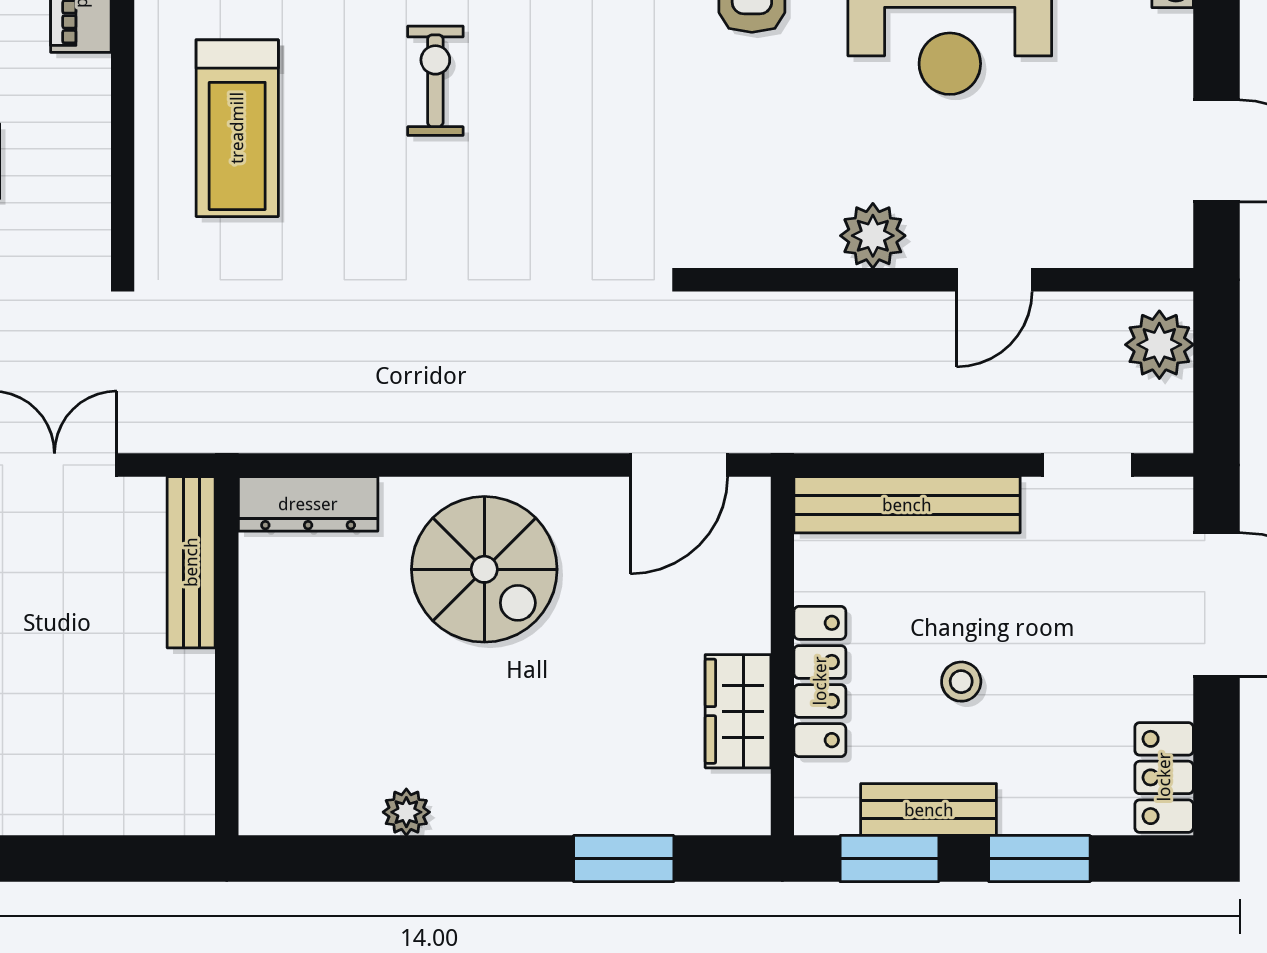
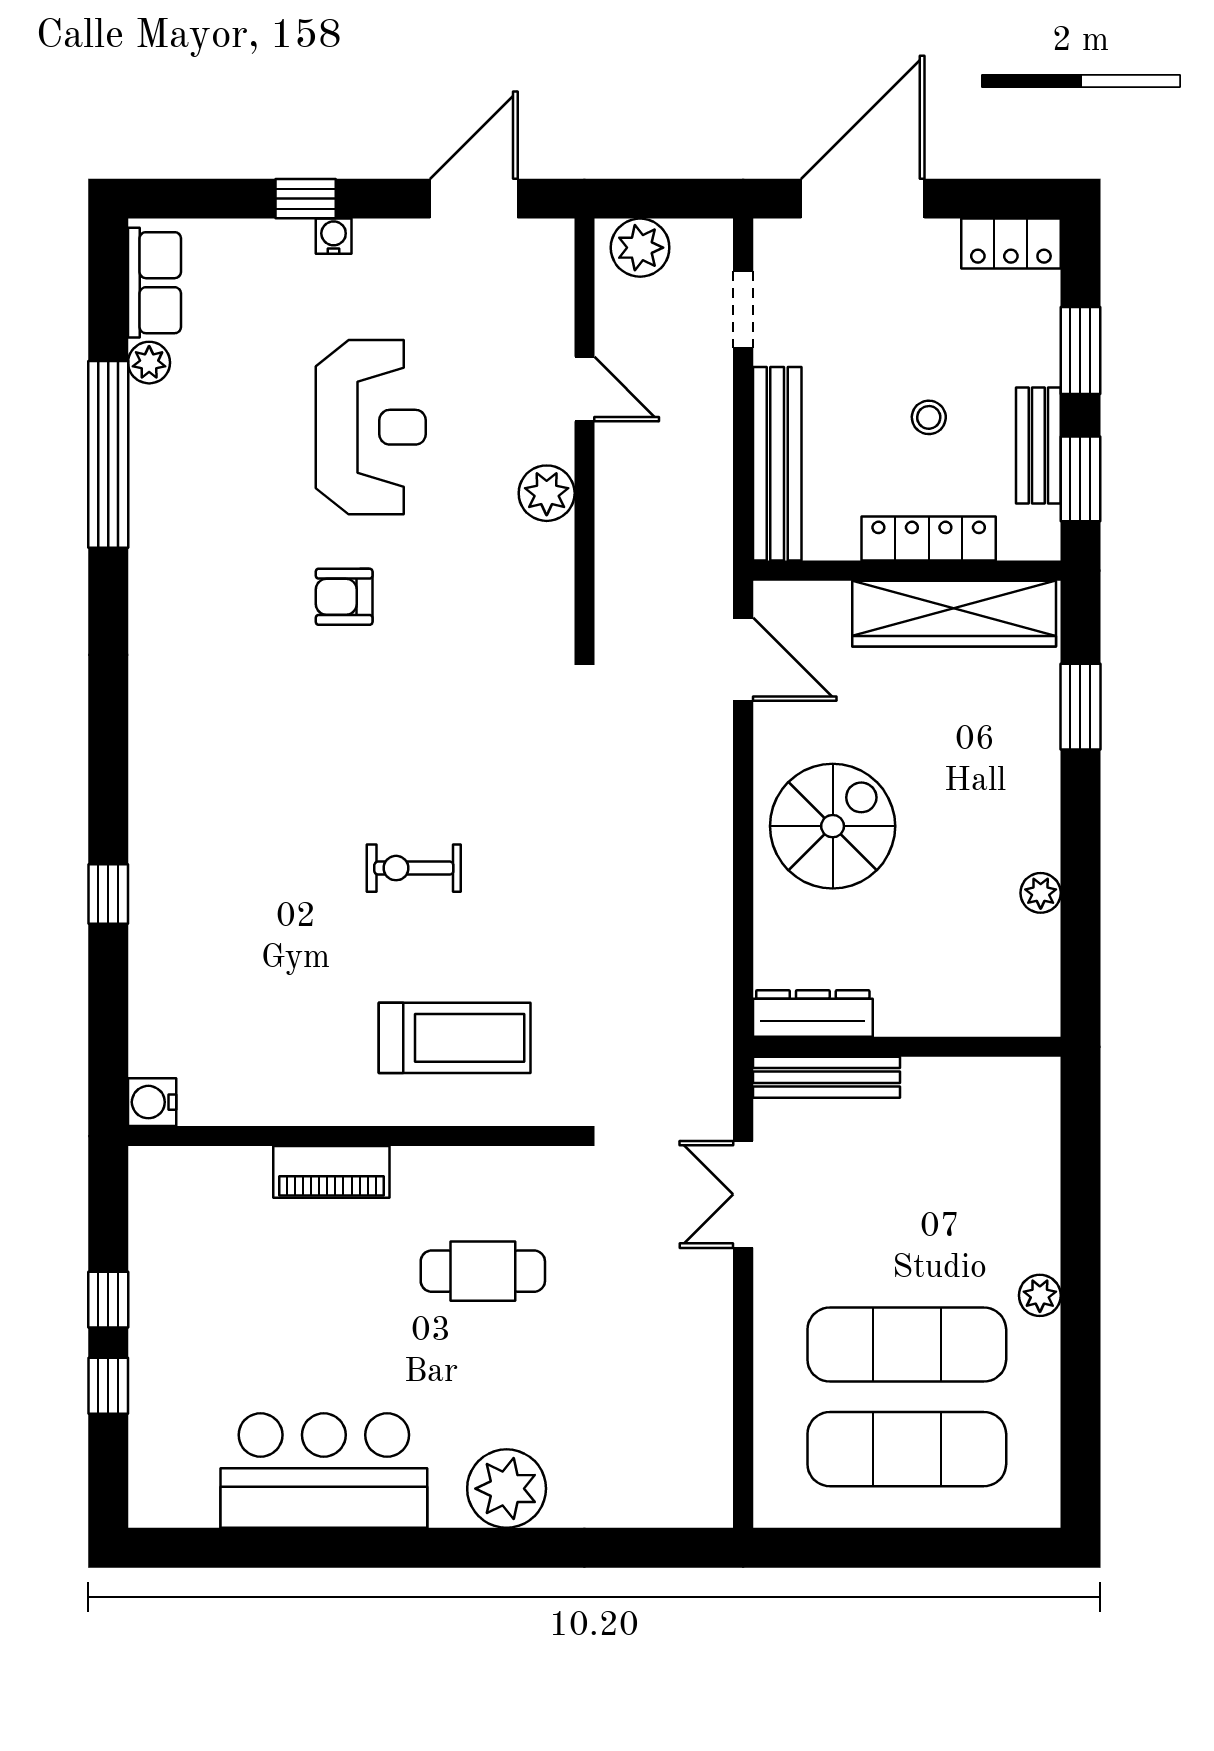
dresser: (308, 504) -> (813, 1013), moved, turned -90
wardrobe: (738, 711) -> (954, 614), width x2.10, depth x1.17

